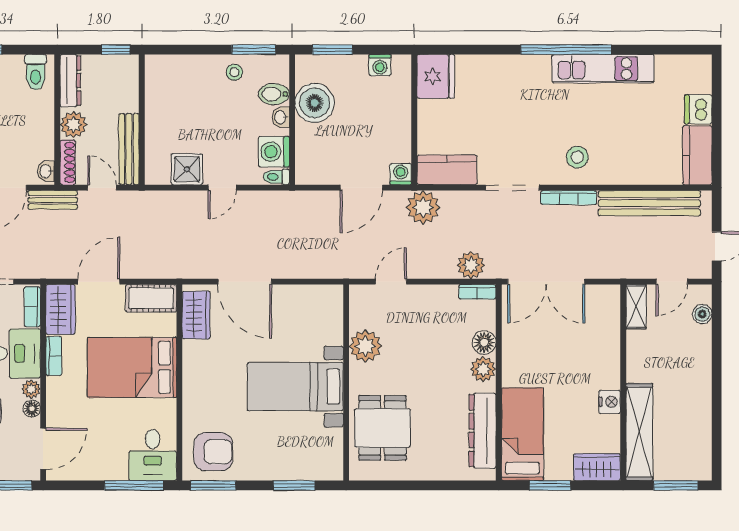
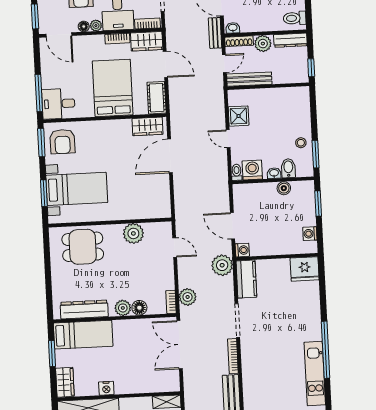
boiler: (315, 103) -> (284, 188), width x0.54, depth x0.54
stool: (577, 157) -> (258, 360), removed
bed with nightstands: (295, 387) -> (77, 189), moved, turned 90

